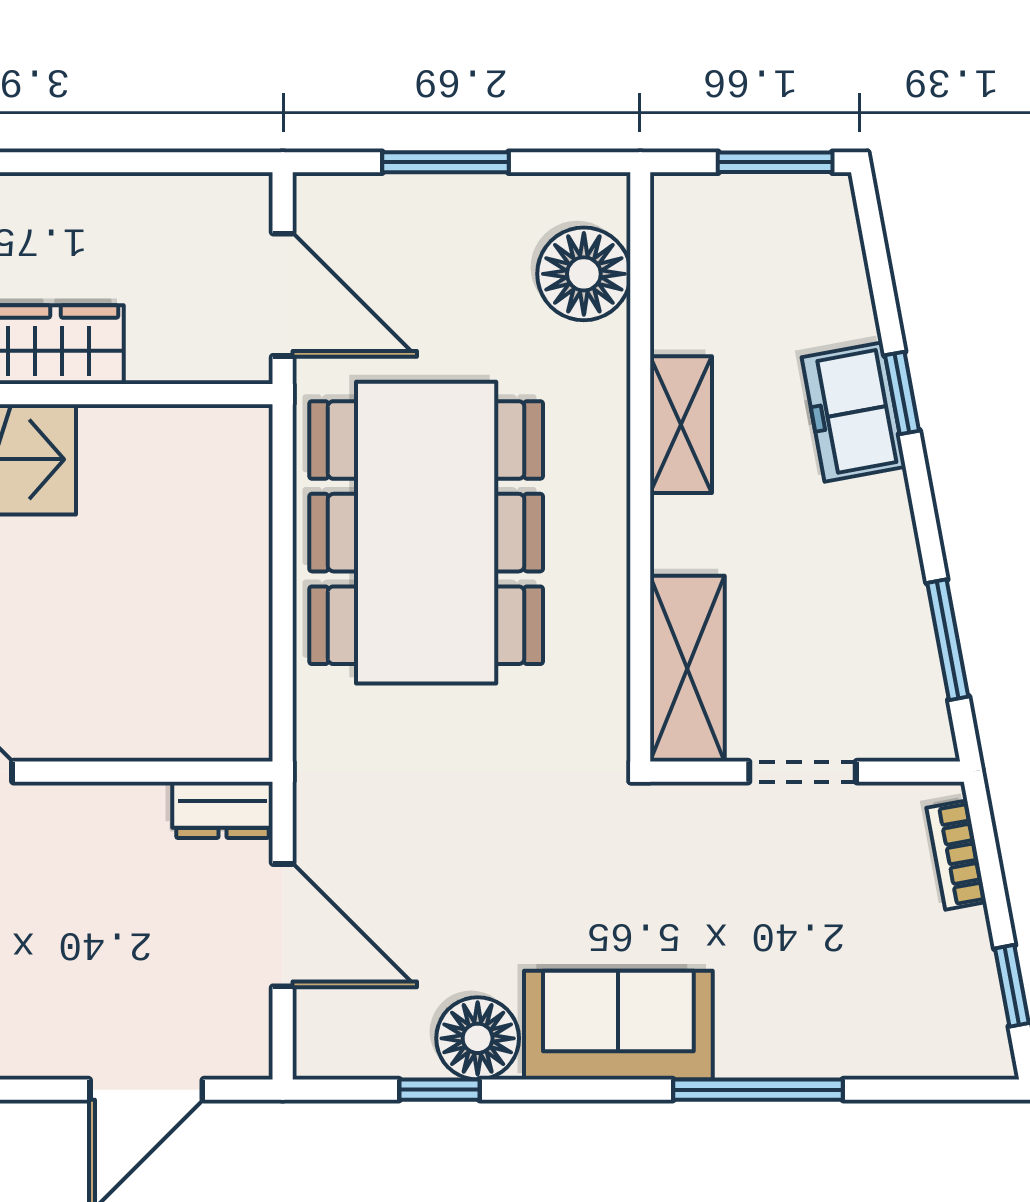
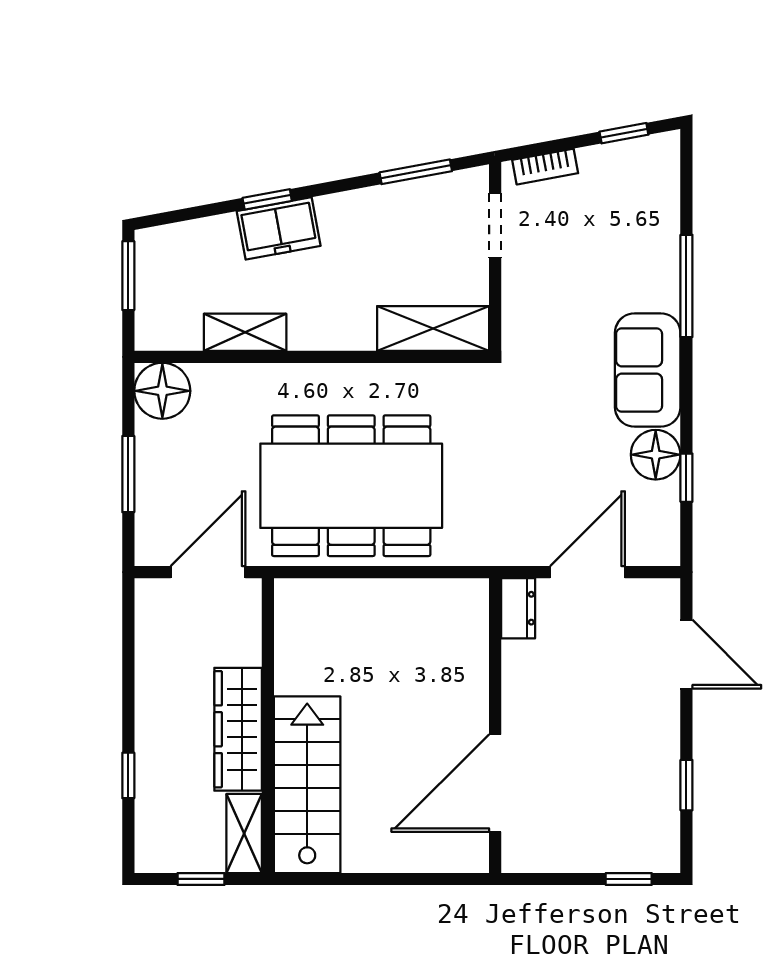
floor lamp: (584, 274) -> (162, 391), moved
shelving: (681, 425) -> (245, 332), moved
doorway: (802, 772) -> (495, 225), moved

